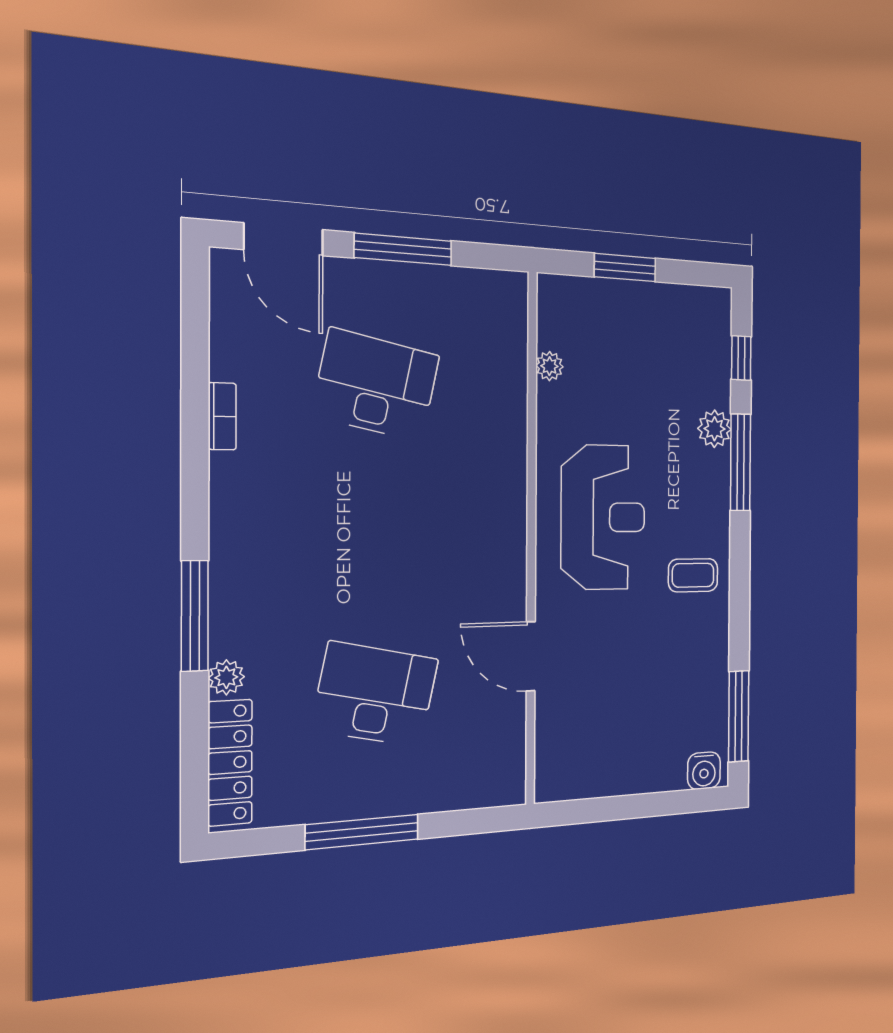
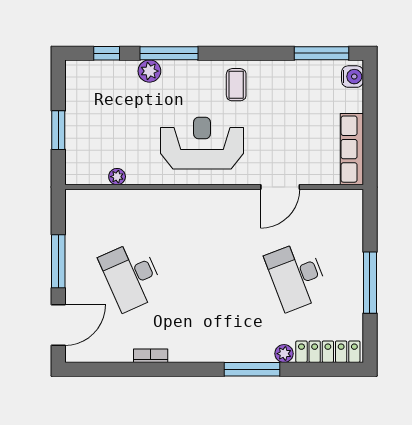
desk: (376, 385) -> (132, 276), turned -36
desk: (375, 694) -> (297, 276), turned -33
row of seats: (592, 779) -> (352, 149), added

